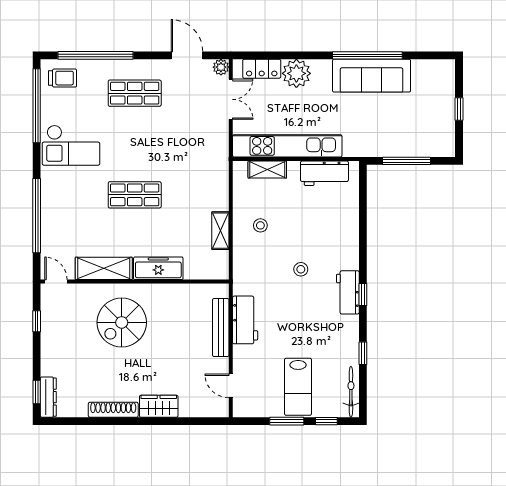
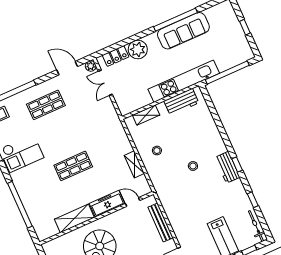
double door: (231, 99) -> (105, 83), swing flipped
kitchen unit: (287, 146) -> (184, 81), moved
window: (406, 161) -> (227, 73), width x1.46
door: (56, 282) -> (133, 202), moved
workbench: (245, 320) -> (173, 211), removed

